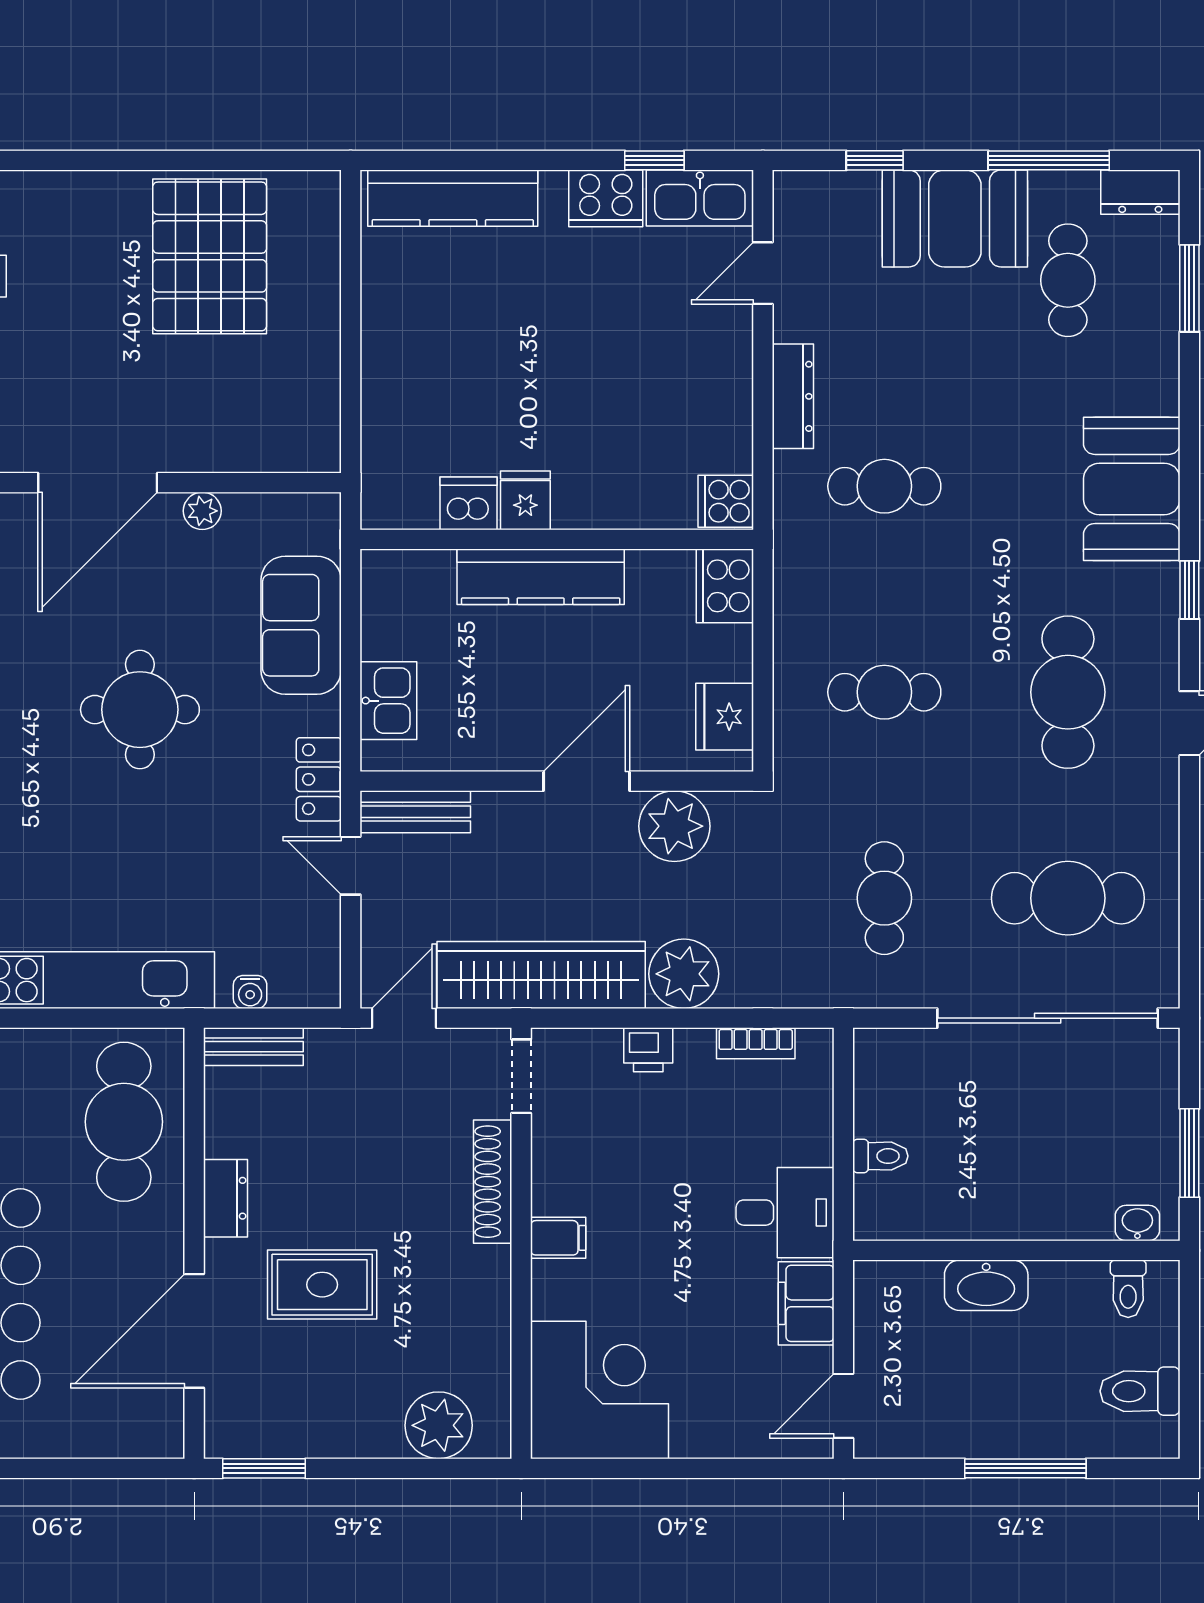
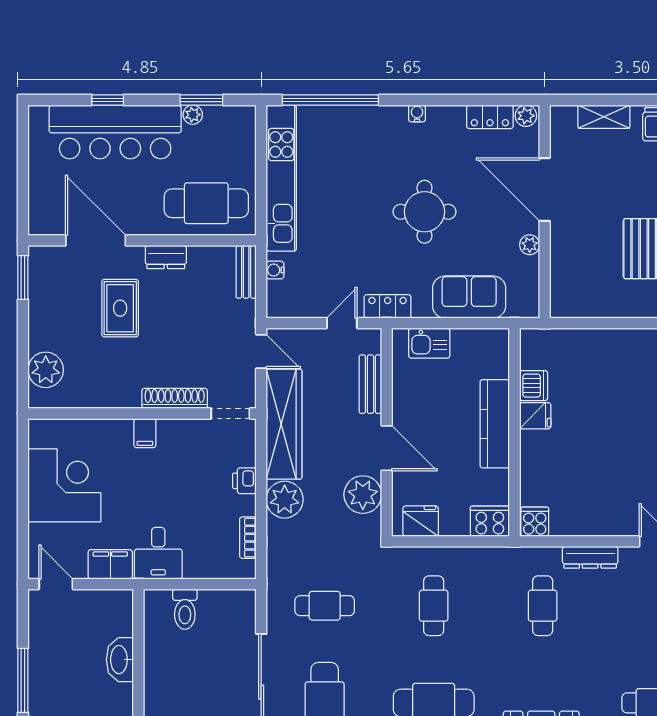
bench: (415, 812) -> (370, 384), moved
toilet: (880, 1156) -> (185, 609), width x1.37, depth x1.39
corner desk: (600, 1390) -> (64, 485), moved, turned -90

